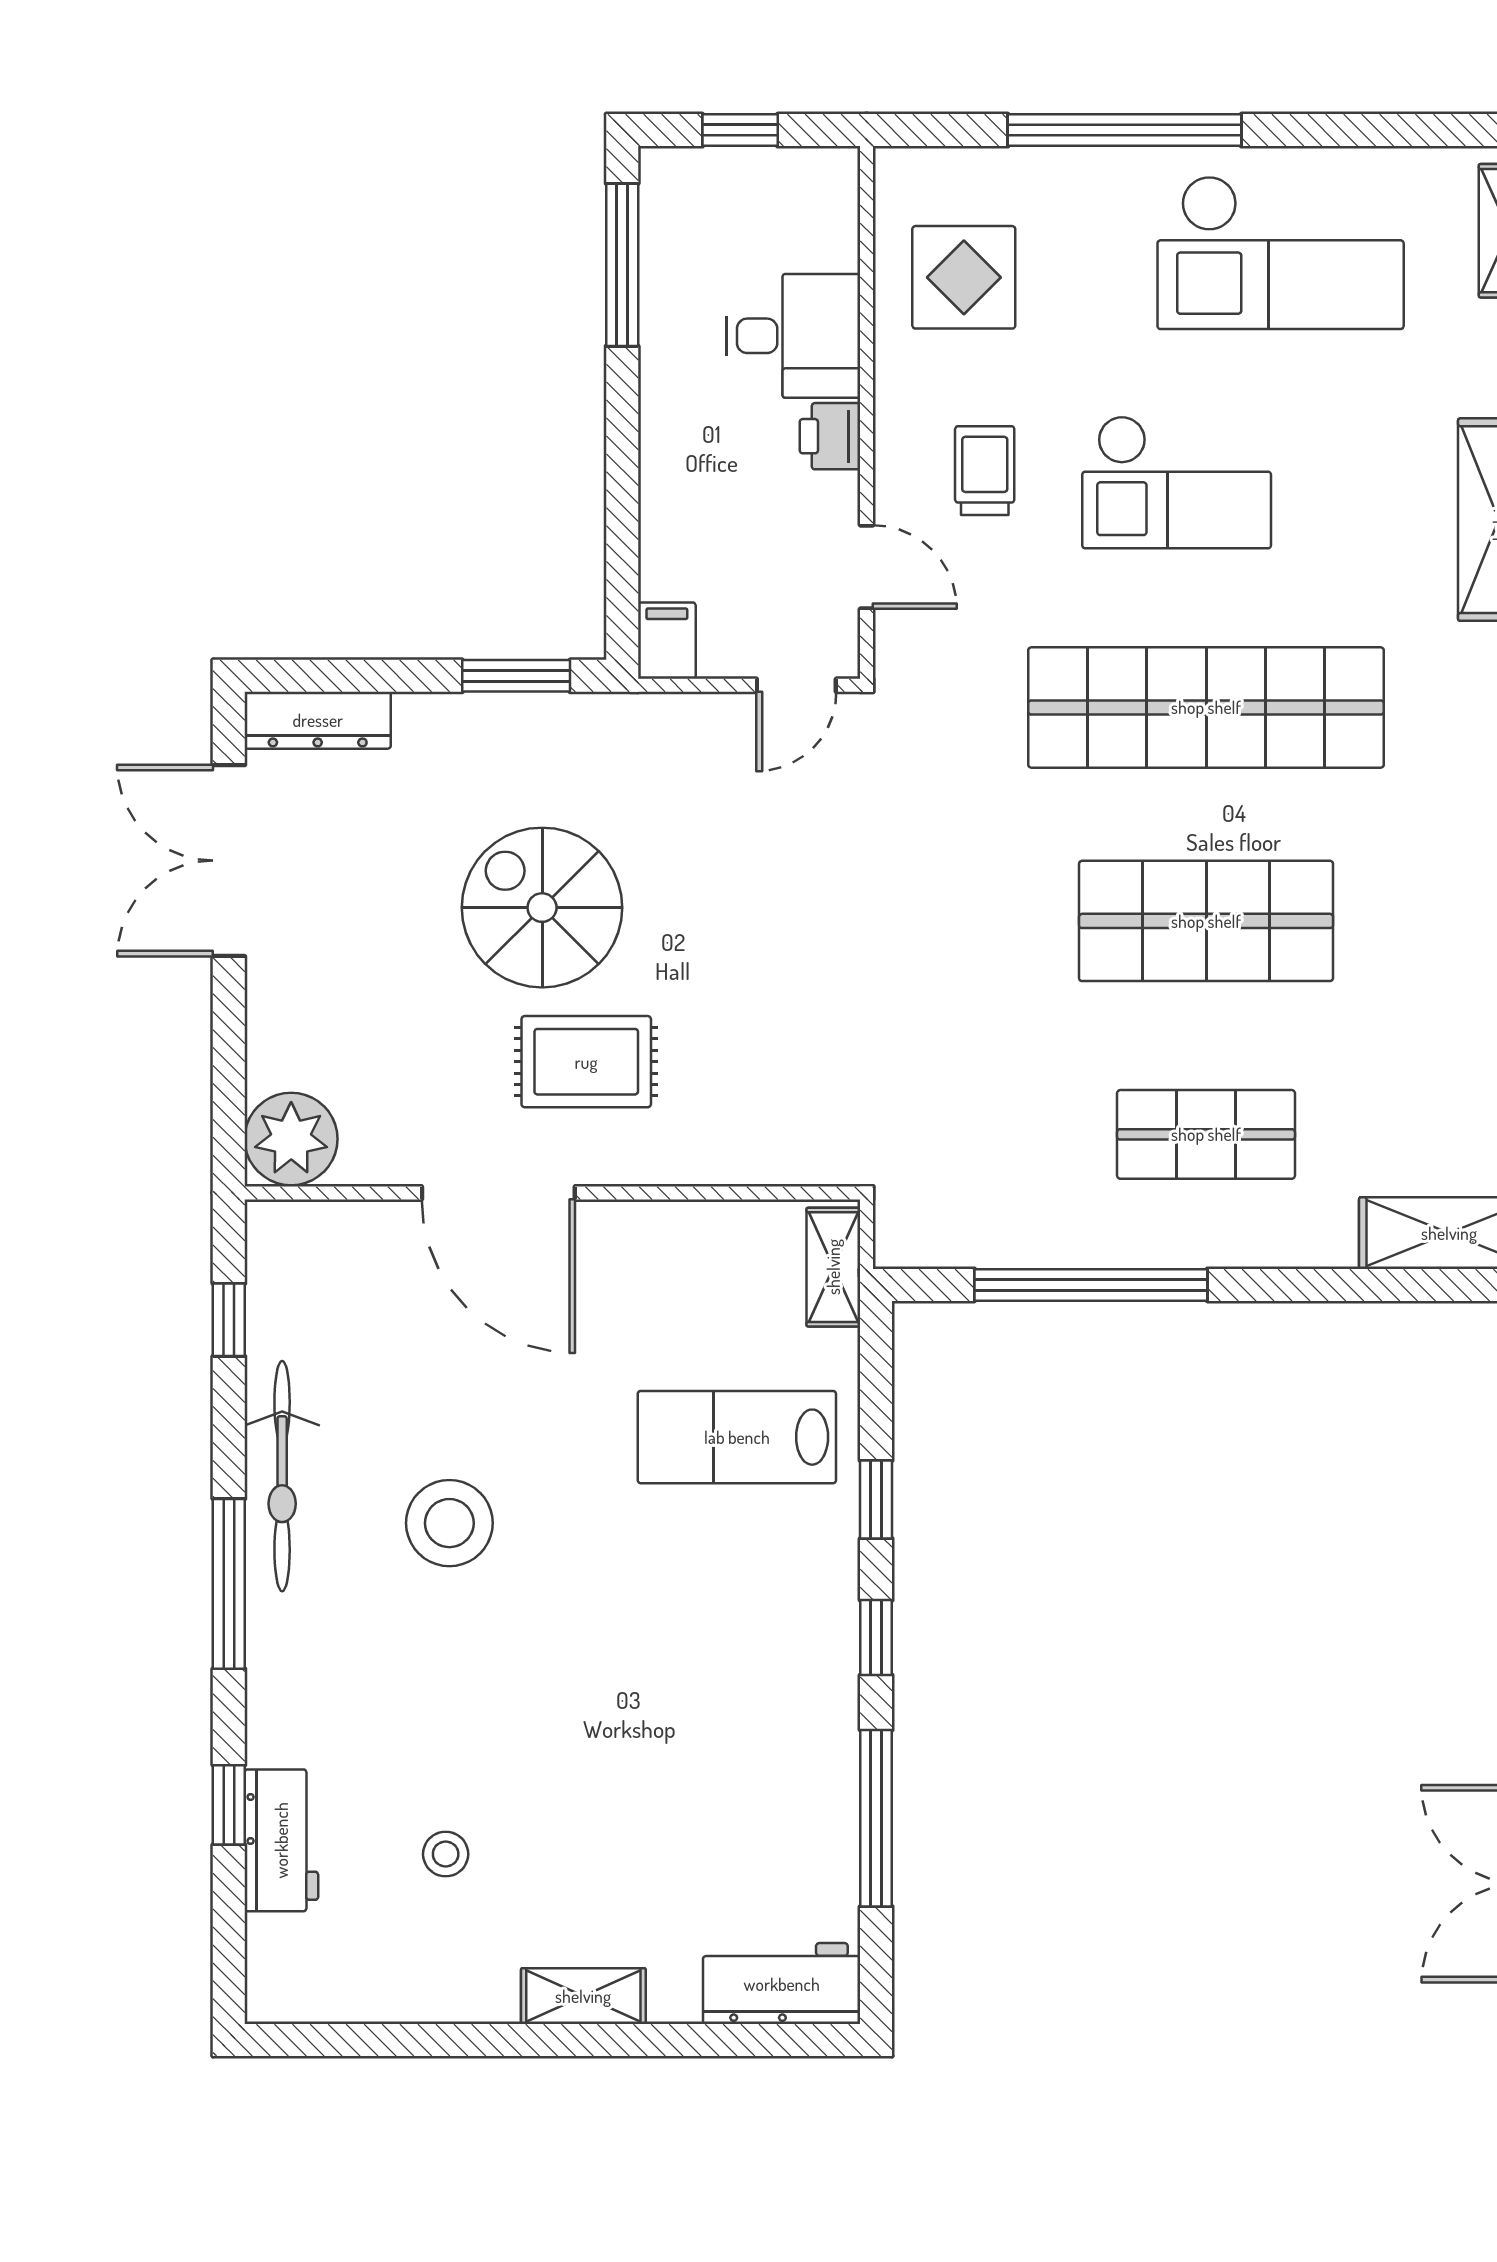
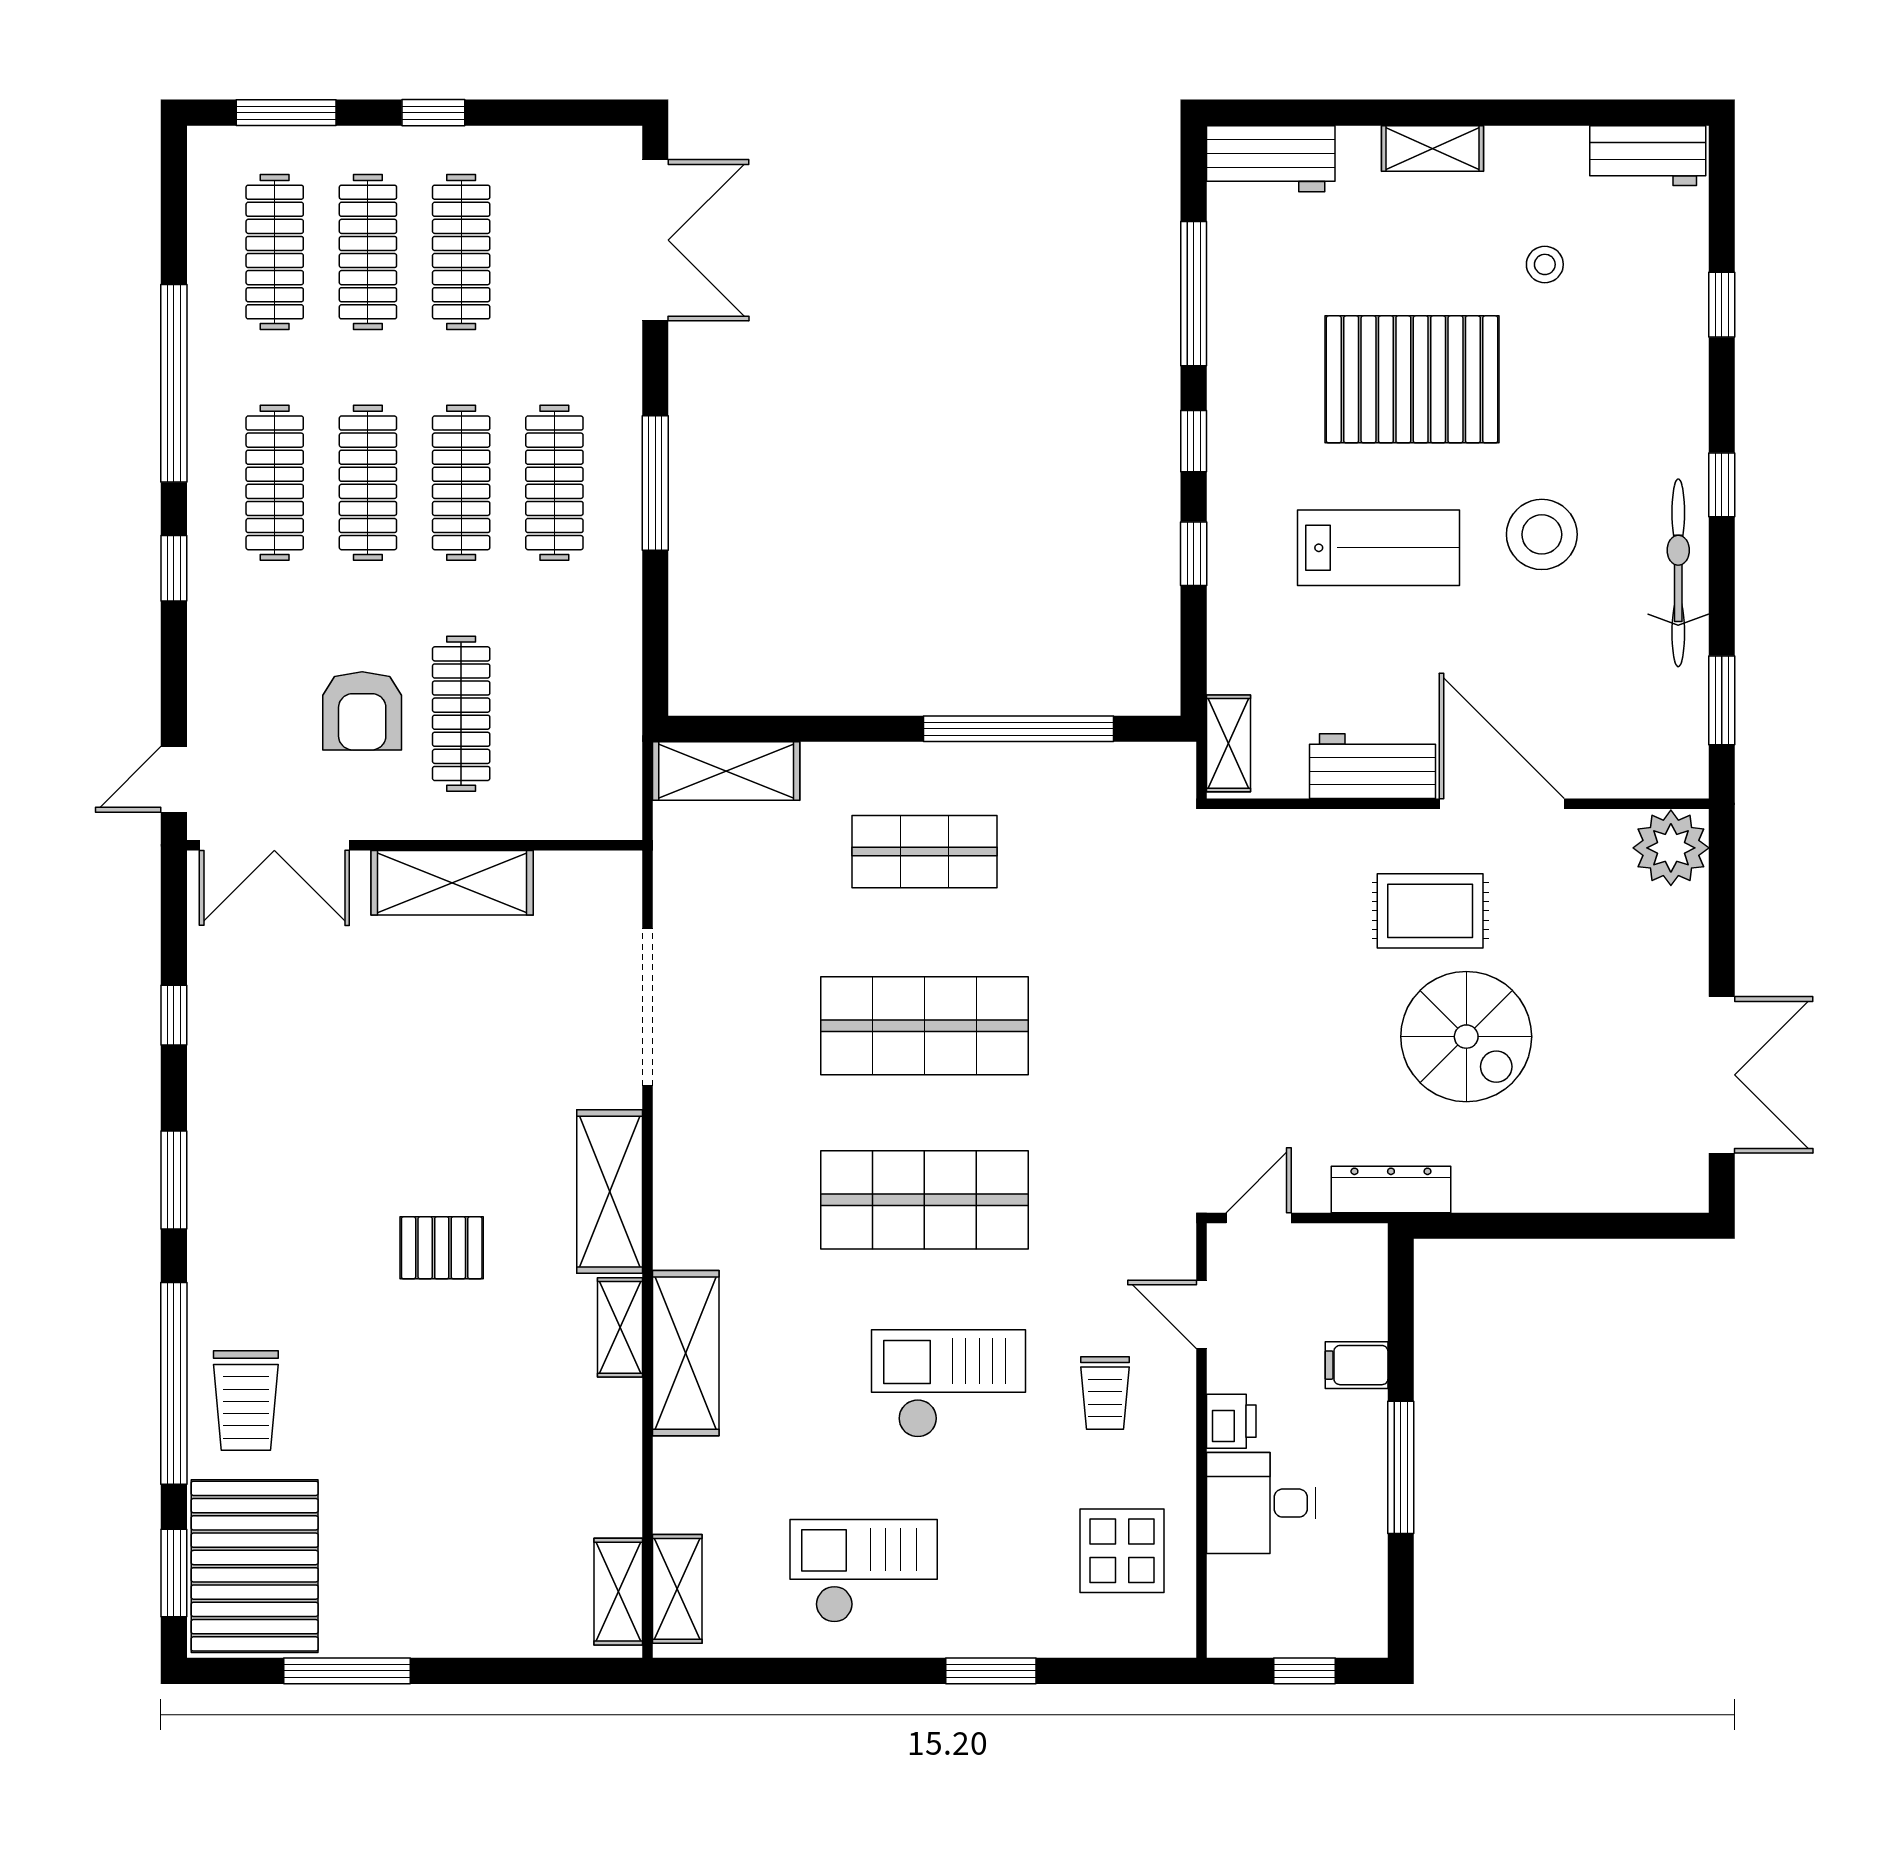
window: (1125, 130) -> (991, 1671), width x0.47
checkout: (1281, 252) -> (864, 1571), width x0.73, depth x0.83
window: (622, 265) -> (1401, 1467), moved
filing cabinet: (667, 641) -> (1357, 1365), moved, turned 90
window: (516, 676) -> (1487, 1226), removed
shop shelf: (1206, 707) -> (924, 1200), width x0.71
dresser: (318, 720) -> (1391, 1189), moved
workbench: (657, 1239) -> (1372, 766), added
window: (229, 1320) -> (1722, 700), width x1.50
lab bench: (737, 1437) -> (1379, 548), moved
window: (229, 1584) -> (1722, 485), width x0.46
pallet: (608, 1713) -> (1412, 379), added
workbench: (281, 1840) -> (1648, 156), moved, turned -90

